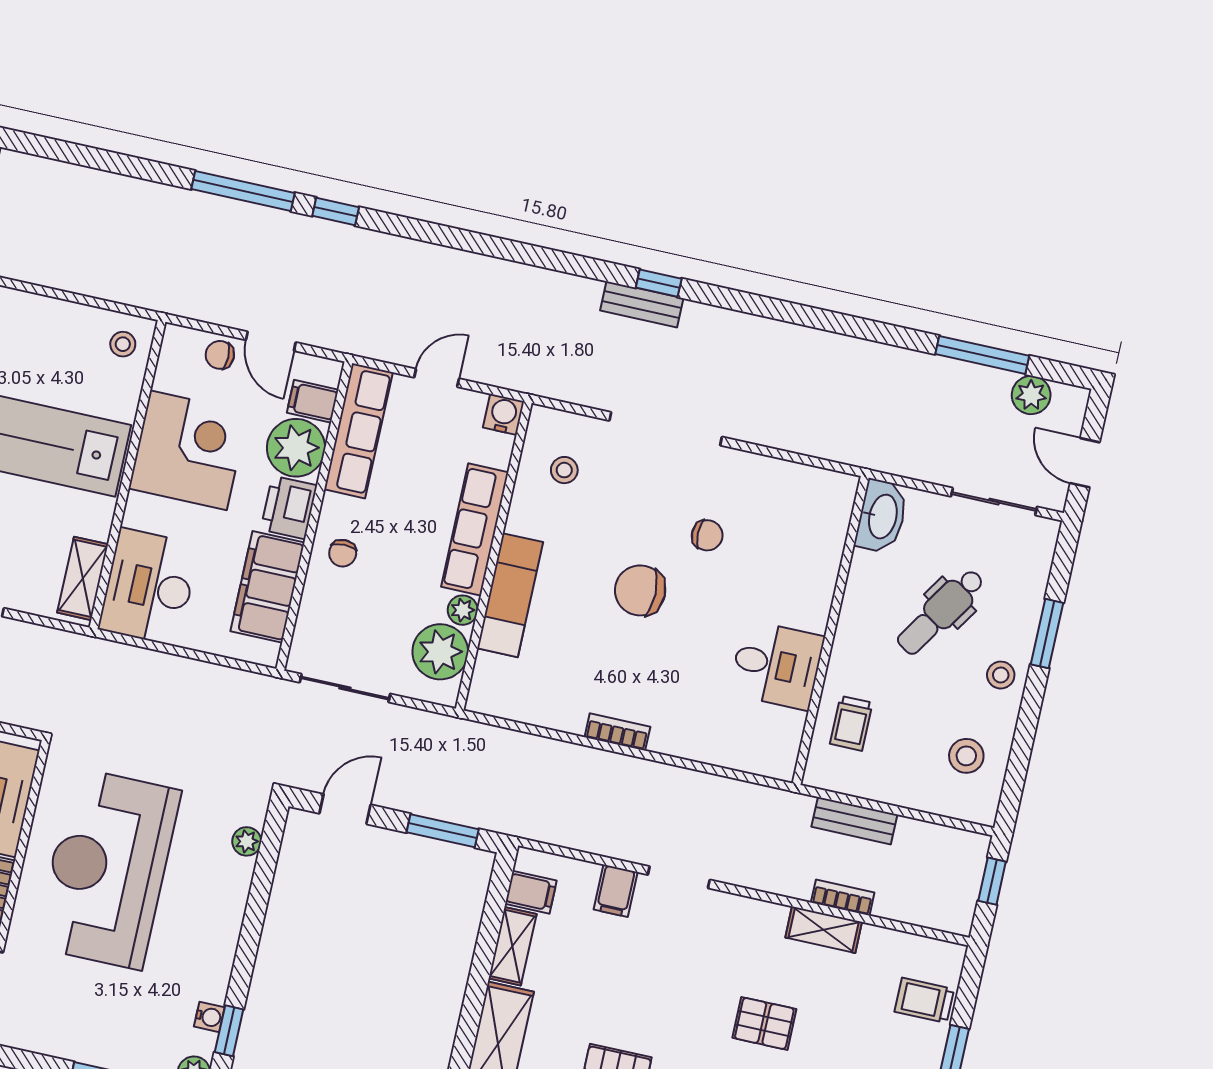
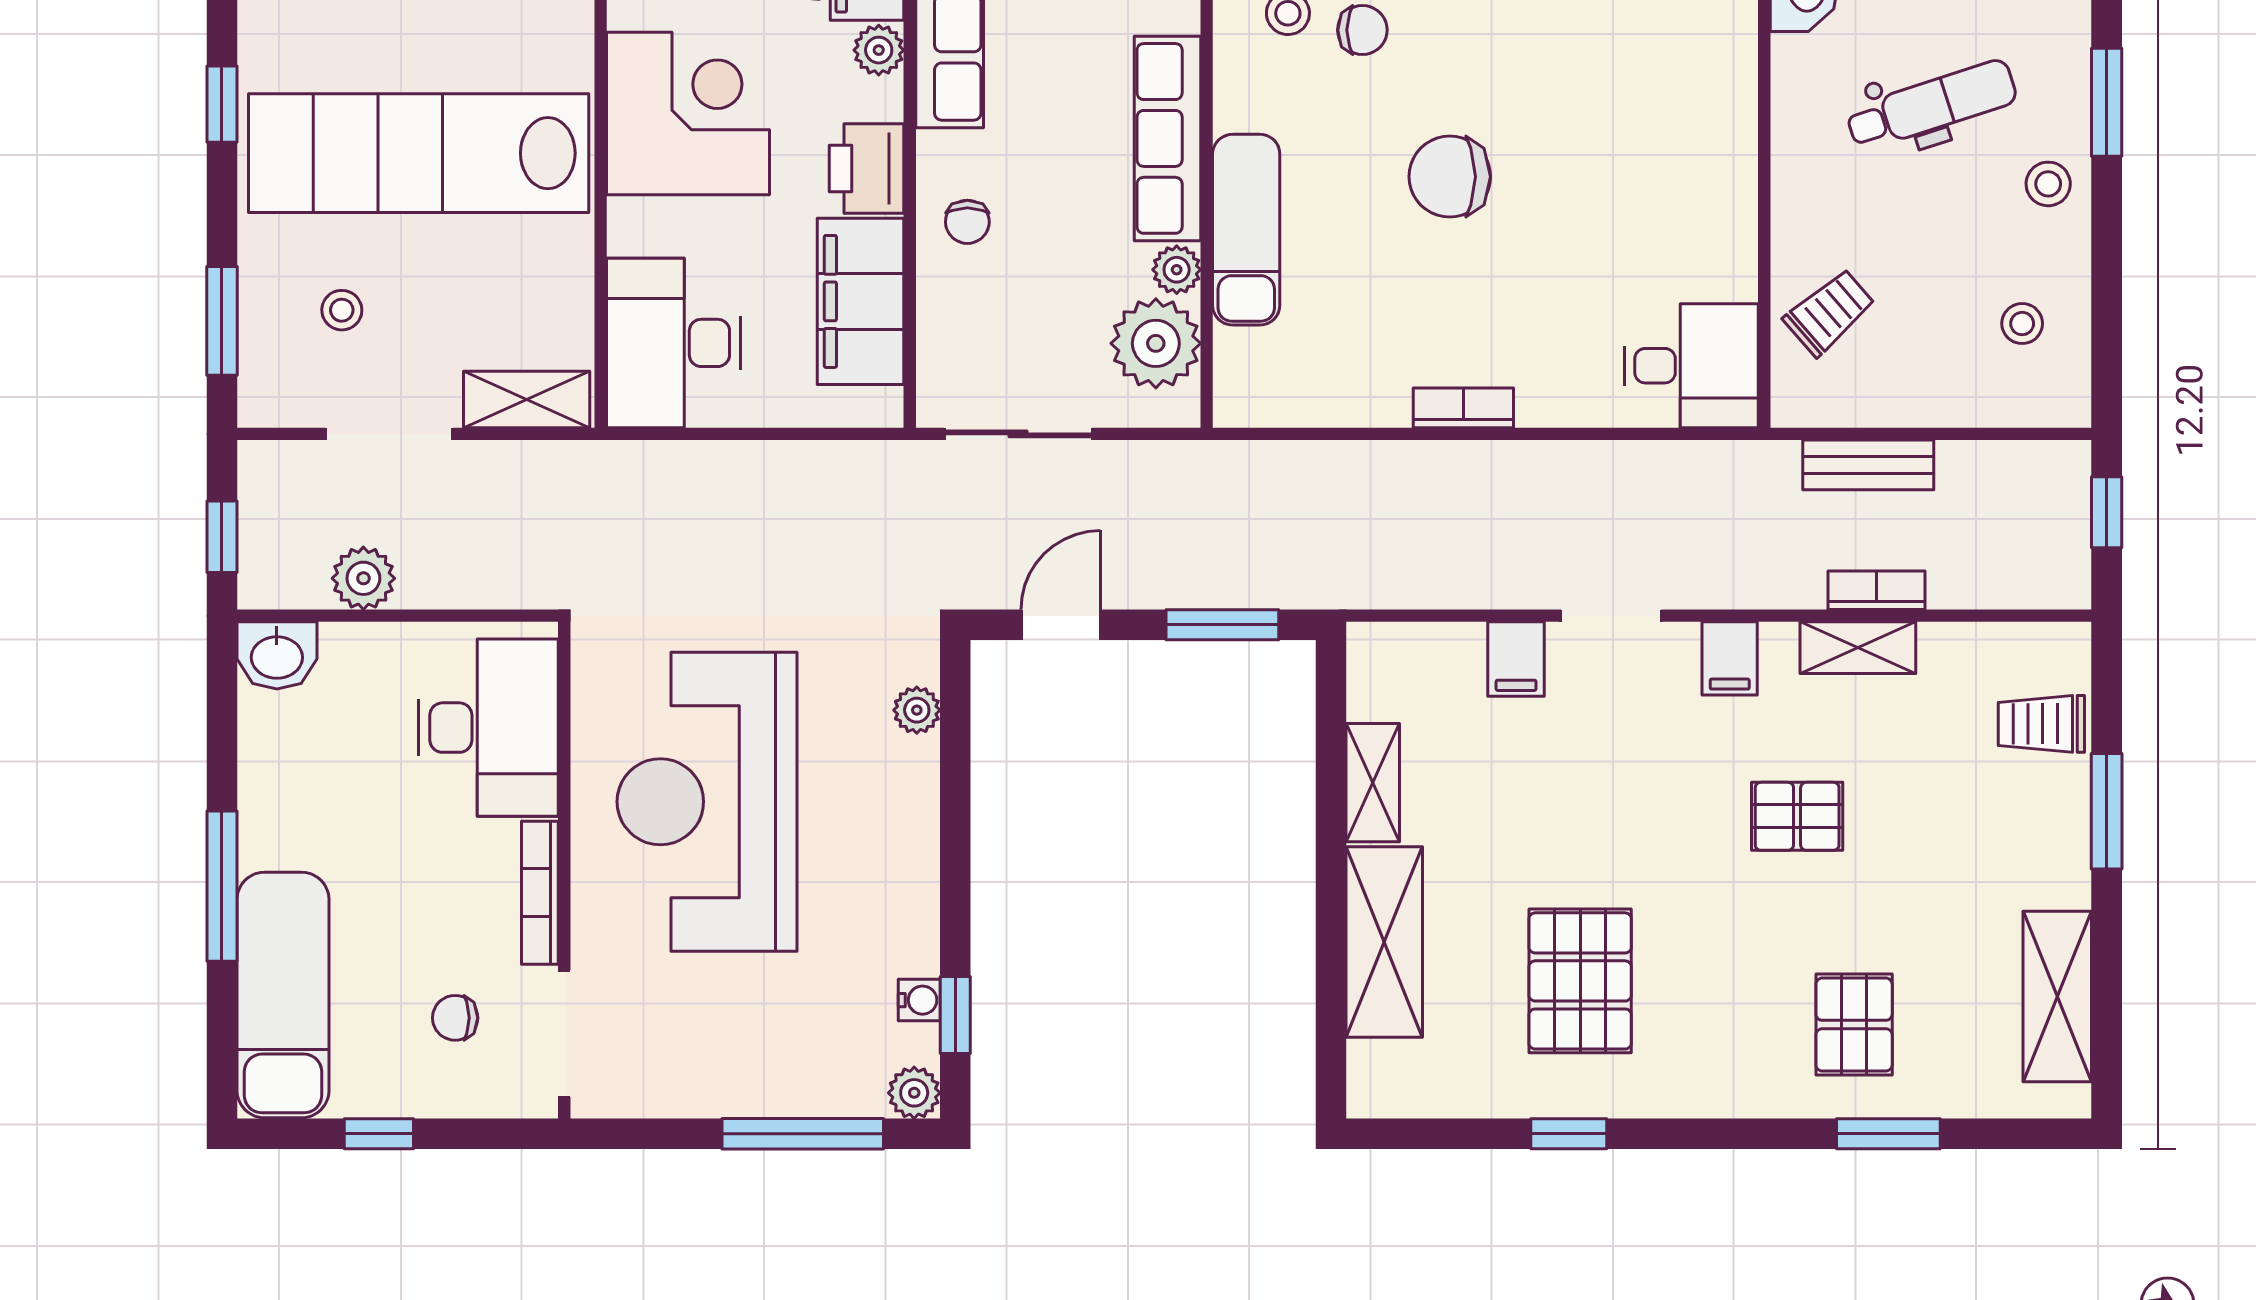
plant: (296, 448) -> (879, 50), width x0.53, depth x0.53
chair: (707, 535) -> (1362, 30), moved
shelving: (83, 578) -> (527, 399), moved, turned 90
dental chair: (941, 612) -> (1931, 105), turned -141
desk: (777, 665) -> (1691, 366), moved
trolley: (851, 723) -> (1829, 312), turned -131
stool: (966, 756) -> (2022, 324), width x0.73, depth x0.73
filing cabinet: (531, 892) -> (1730, 658), moved, turned 90

